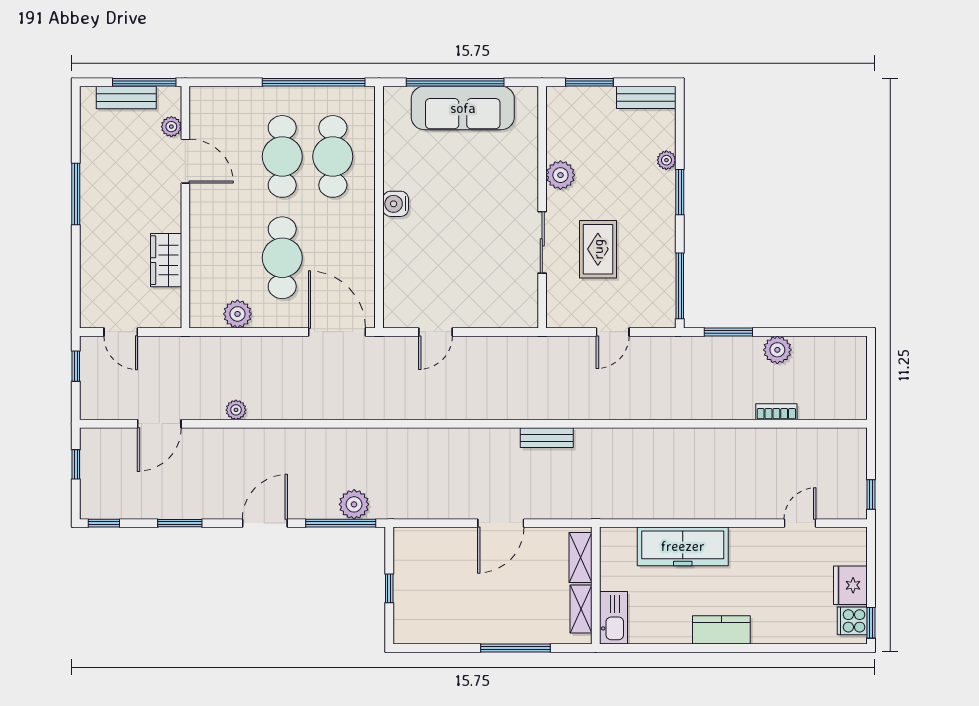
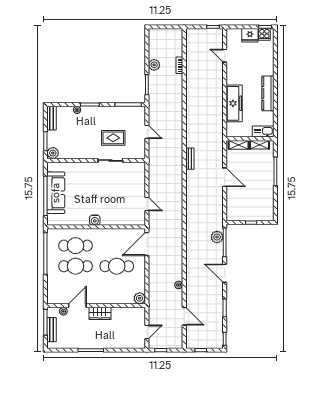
plant: (560, 175) -> (53, 153), moved
wardrobe: (166, 260) -> (100, 313), moved
plant: (237, 314) -> (140, 298), moved
kitchen counter: (721, 630) -> (268, 93), width x1.50

